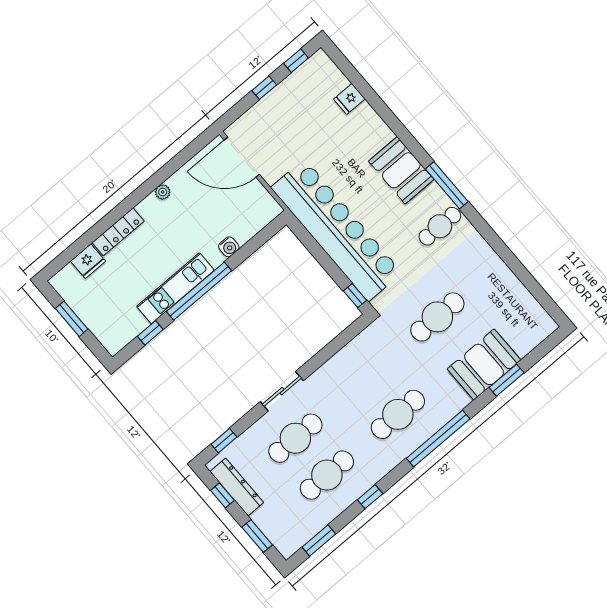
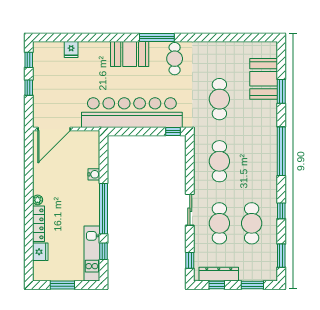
plant: (163, 192) -> (38, 200), moved
kitchen unit: (176, 288) -> (92, 254), moved
booth: (484, 364) -> (264, 79), moved
cafe table: (398, 414) -> (219, 161), moved

